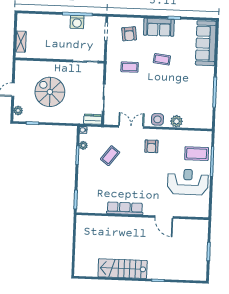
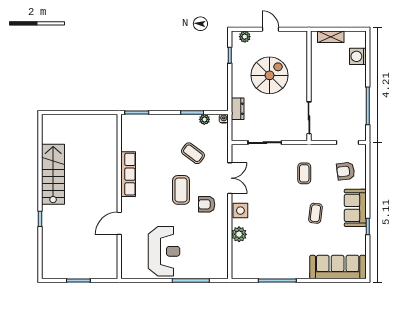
washing machine: (77, 22) -> (358, 56), moved
dresser: (93, 119) -> (238, 109), moved
coffee table: (197, 154) -> (181, 190), moved

